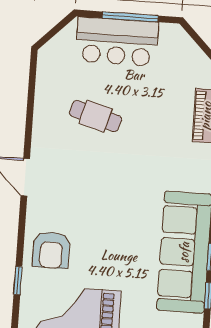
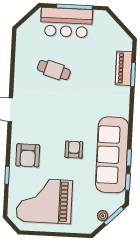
armchair: (124, 242) -> (74, 150), added

